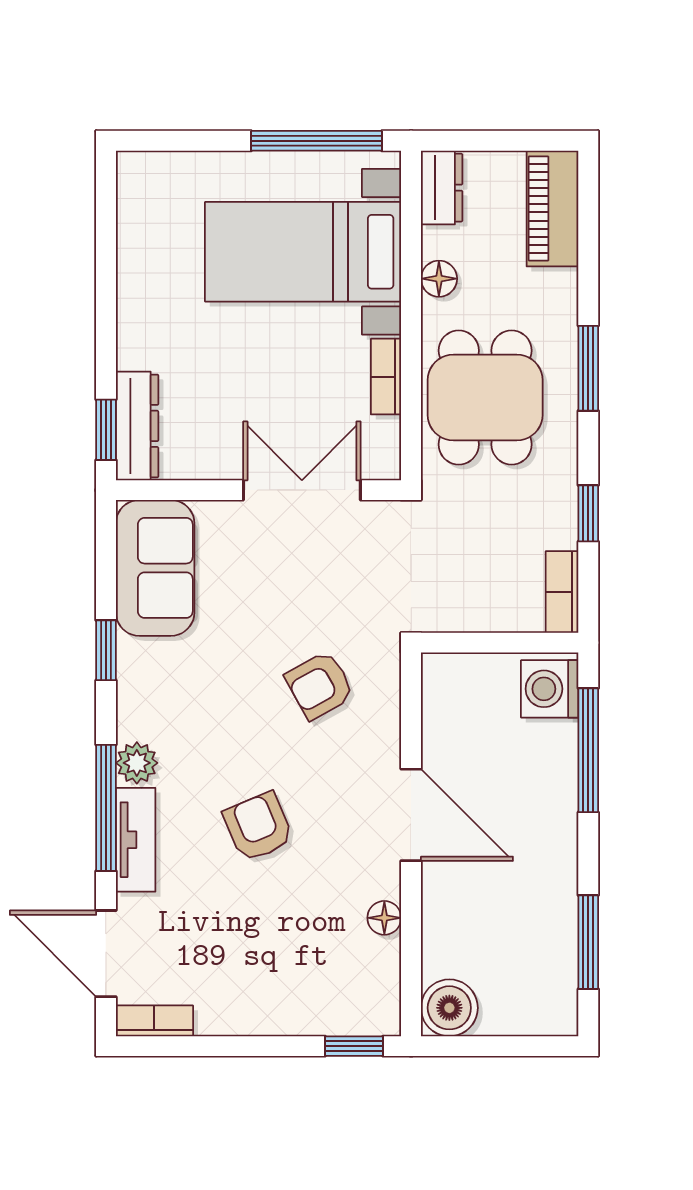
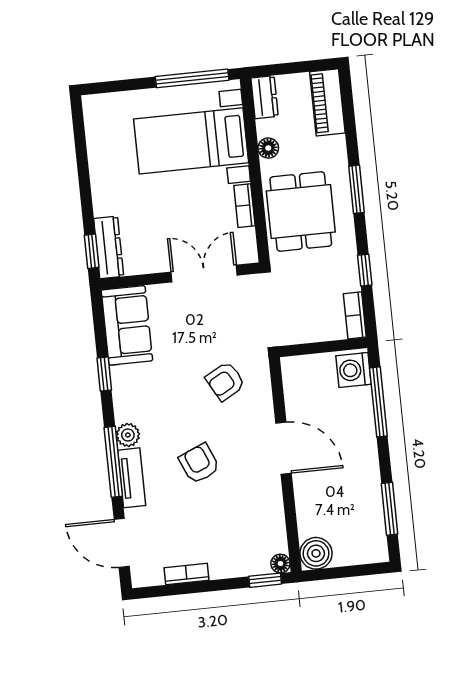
floor lamp: (384, 918) -> (280, 564), moved
bookcase: (154, 1021) -> (186, 574), moved

